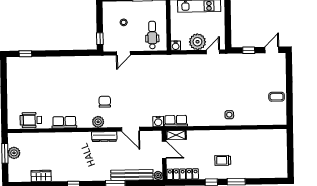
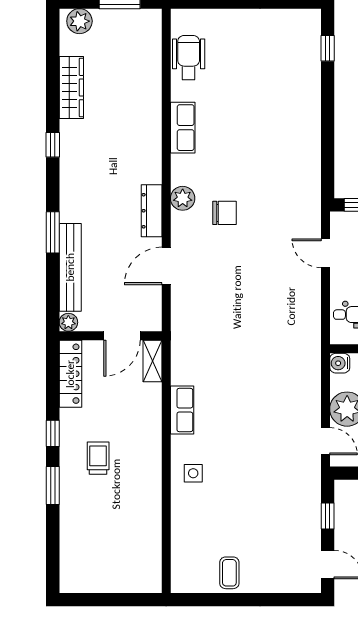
water cooler: (158, 121) -> (181, 324), removed
row of seats: (176, 121) -> (182, 410), moved
plant: (14, 153) -> (79, 21), moved
wardrobe: (41, 176) -> (71, 88), width x1.50

